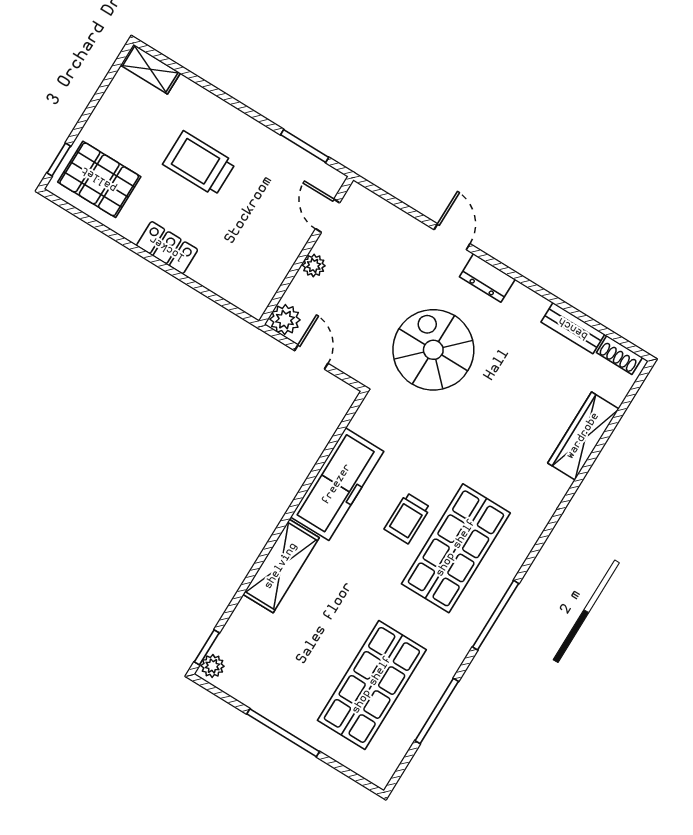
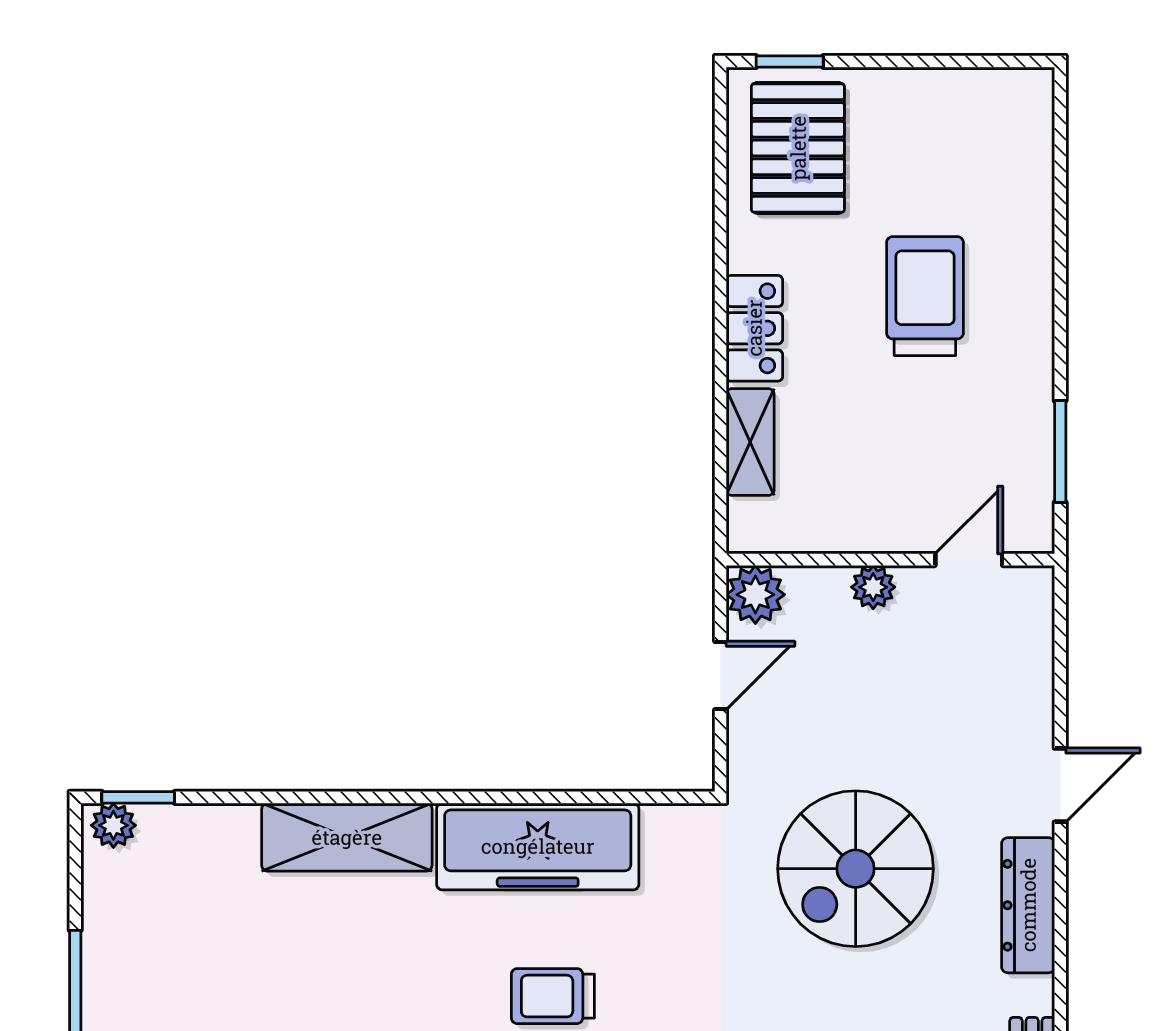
shelving: (150, 69) -> (750, 442), moved
dresser: (487, 278) -> (1028, 905), width x1.44
spiral stairs: (433, 350) -> (856, 869), turned 180

